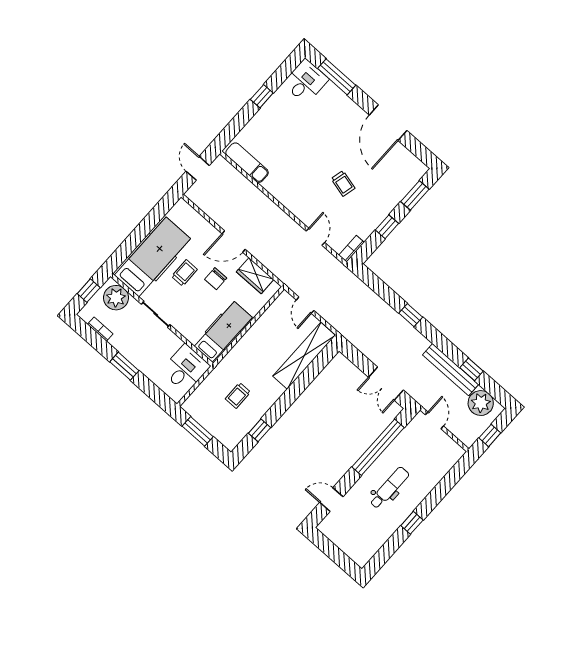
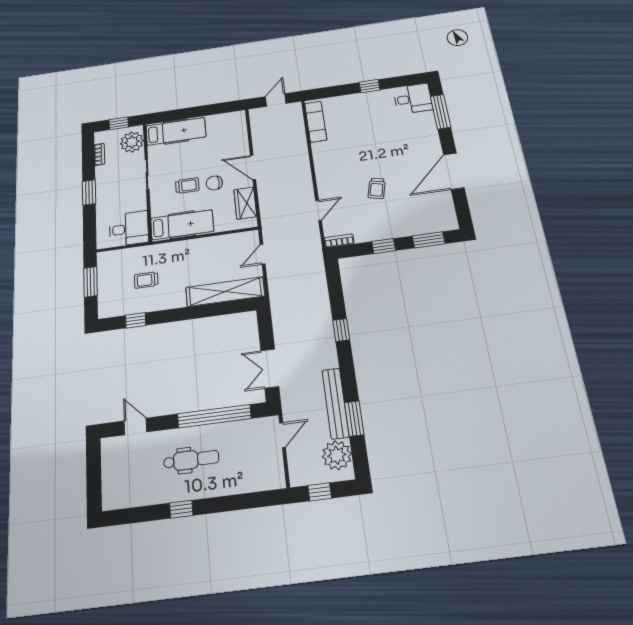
hospital bed: (152, 257) -> (176, 131), width x0.73, depth x0.78
trolley: (184, 273) -> (187, 186), moved
window: (472, 369) -> (354, 419), width x1.50

